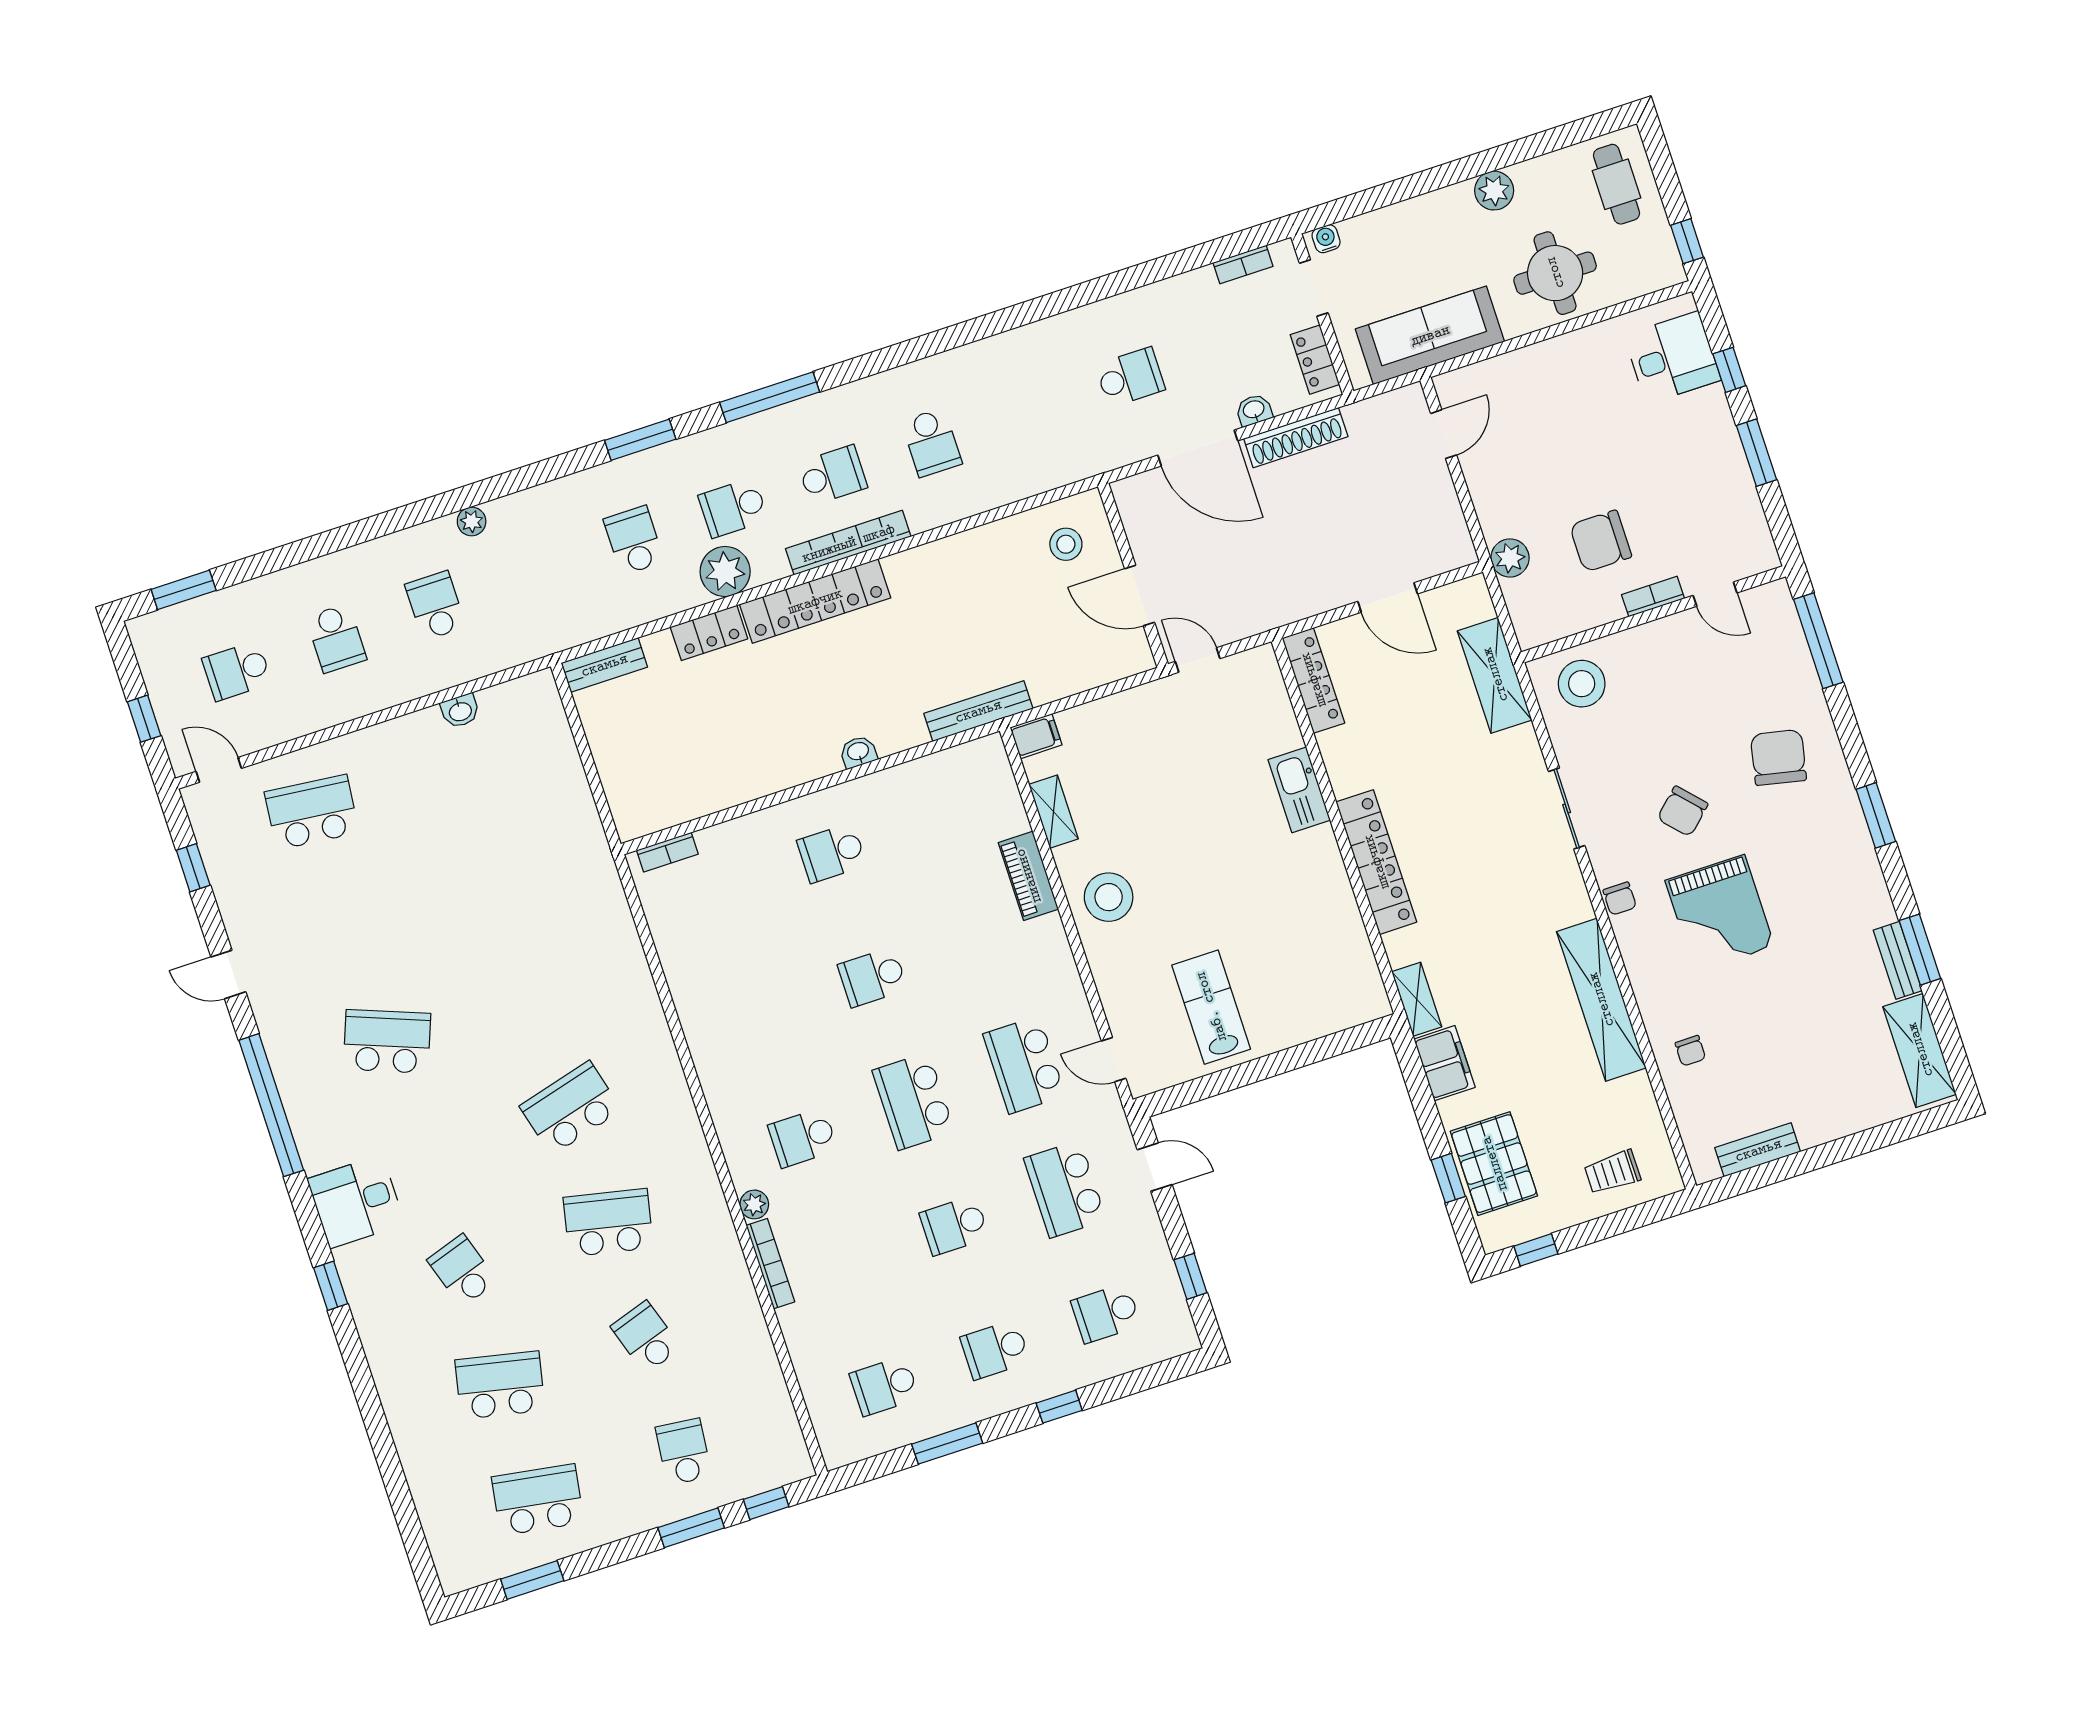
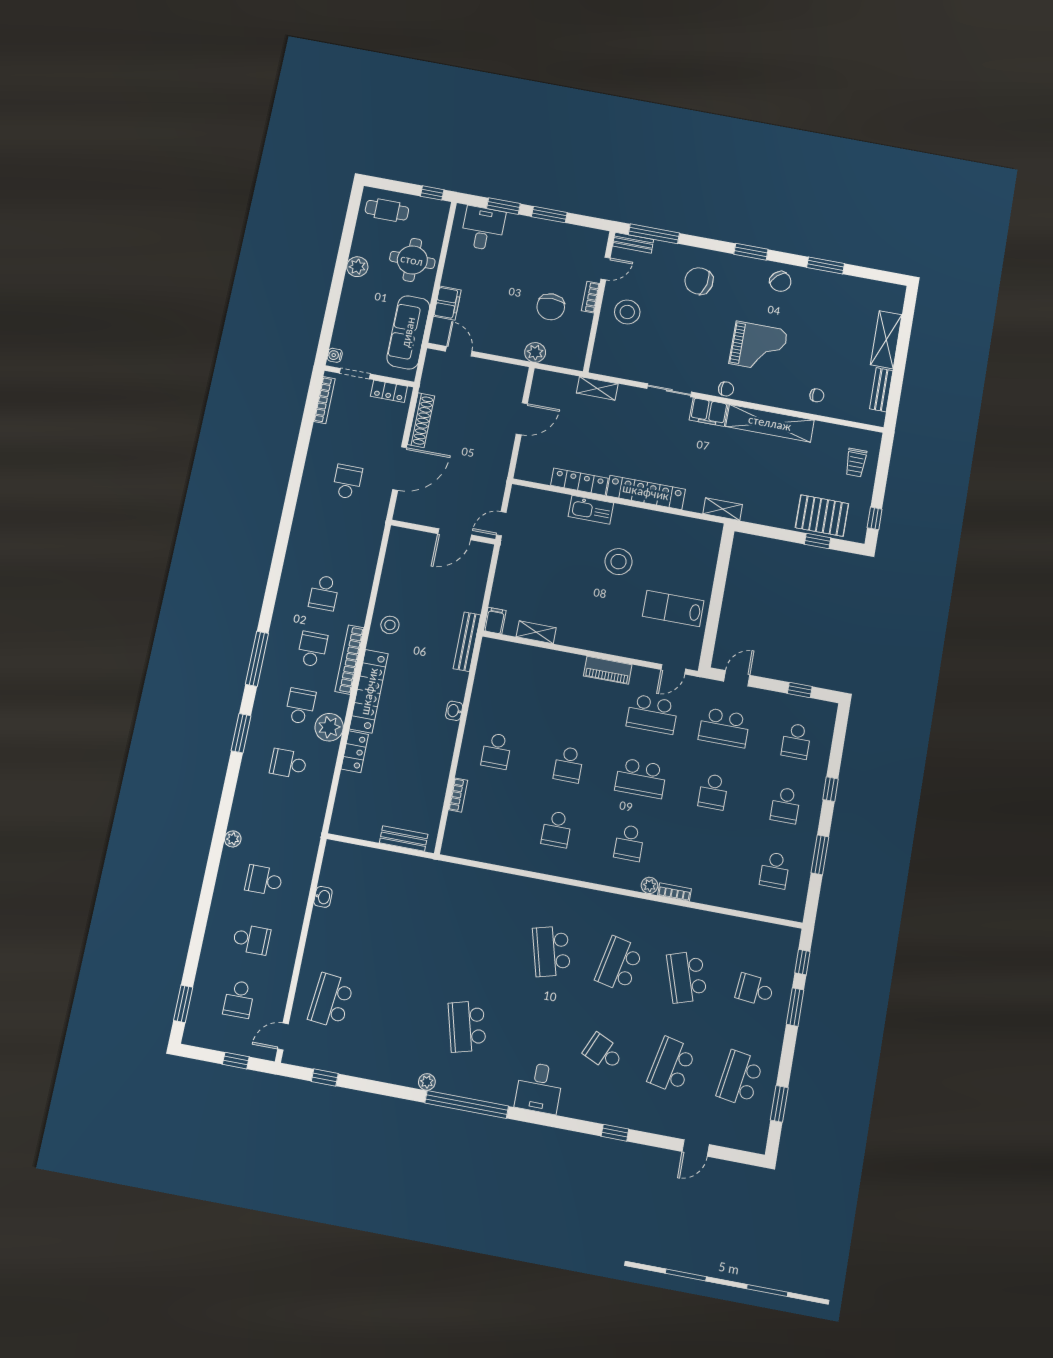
bookcase: (1243, 265) -> (324, 400), width x1.56
window: (1729, 370) -> (503, 206), width x1.50
filing cabinet: (1514, 371) -> (447, 303), added
washbasin: (1254, 410) -> (397, 433), removed
school desk: (932, 442) -> (324, 593), turned 90
school desk: (733, 508) -> (300, 706), turned 180
stool: (1066, 544) -> (390, 625), moved
bench: (604, 665) -> (404, 838), moved, turned 90
shelving: (1495, 675) -> (597, 388), width x0.67, depth x0.75
locker: (1313, 680) -> (579, 482), moved
stool: (1582, 684) -> (627, 312), moved
chair: (1683, 811) -> (780, 281), moved
bookcase: (667, 852) -> (458, 795), moved
piano: (1028, 876) -> (608, 670), moved
stool: (1109, 897) -> (619, 562), moved
bench: (1898, 960) -> (633, 243), moved
door: (228, 974) -> (696, 1148), moved
school desk: (762, 1013) -> (557, 829), added
plant: (271, 1026) -> (427, 1082), added
school desk: (387, 1041) -> (467, 1026), turned -36
shelving: (1920, 1050) -> (886, 340), moved, turned 90
filing cabinet: (1444, 1063) -> (709, 412), moved, turned 180
bookcase: (770, 1264) -> (674, 892), width x0.64
school desk: (462, 1271) -> (603, 1052), turned 42
window: (331, 1286) -> (615, 1133), moved
school desk: (646, 1337) -> (687, 977), width x1.85

